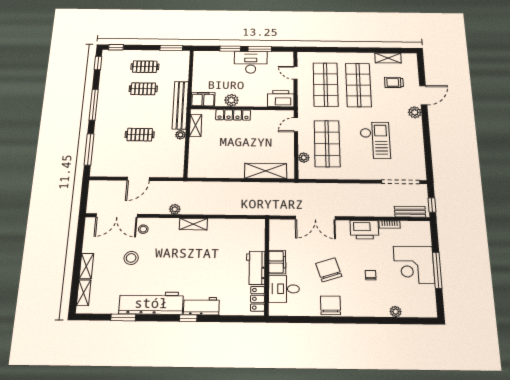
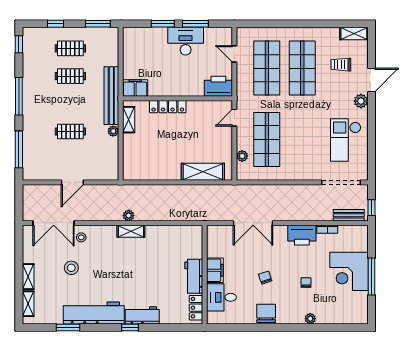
window: (116, 47) -> (55, 24), moved
shelving: (388, 58) -> (354, 34), moved
plant: (231, 100) -> (166, 89), removed
checkout: (375, 140) -> (346, 140), moved, turned 180
plant: (175, 209) -> (129, 216), moved
chair: (329, 270) -> (265, 278), width x0.54, depth x0.54
plant: (396, 312) -> (310, 319), moved

